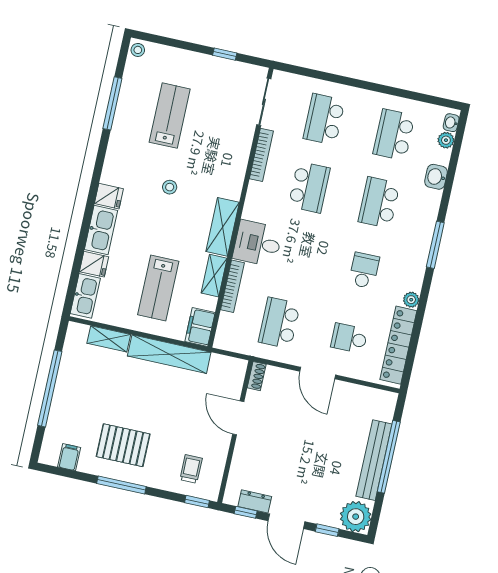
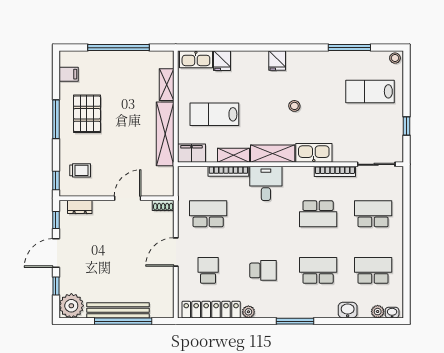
lab bench: (170, 116) -> (370, 91), moved, turned 180
kitchen sink: (101, 230) -> (314, 153), moved, turned 180
dresser: (255, 501) -> (80, 207), moved, turned 90

